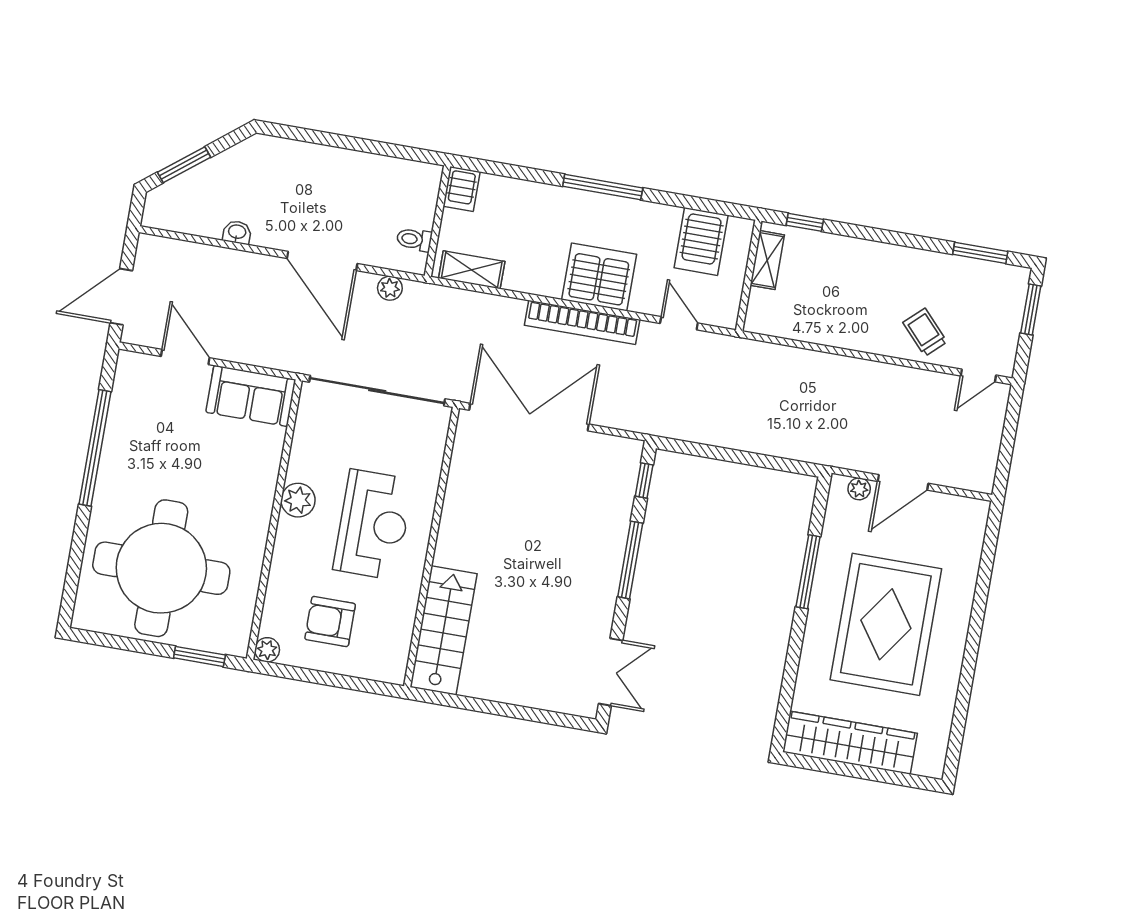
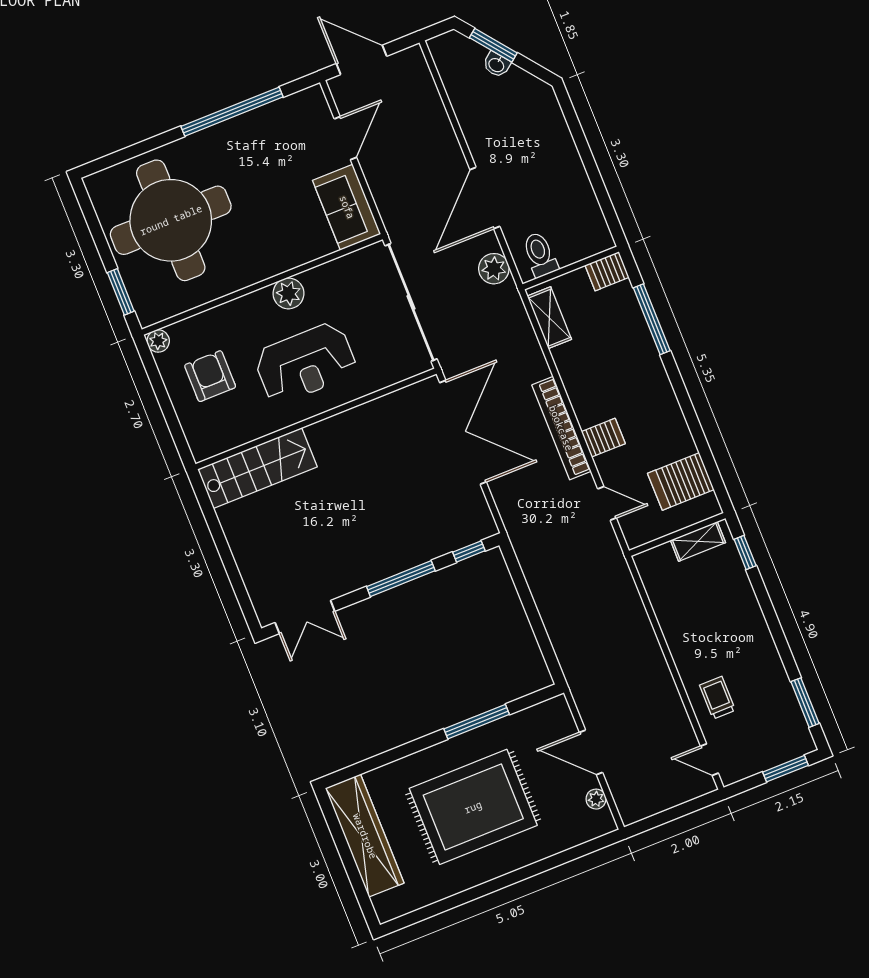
window: (603, 187) -> (652, 319), moved
washbasin: (237, 232) -> (497, 65), moved, turned 142
toilet: (414, 239) -> (540, 255), width x1.37, depth x1.39
server rack: (599, 277) -> (603, 438), width x0.46, depth x0.70
plant: (390, 288) -> (494, 269), width x1.38, depth x1.38
door: (679, 323) -> (607, 503), hinge flipped
trolley: (925, 332) -> (718, 698), turned -47
plant: (859, 489) -> (596, 799), moved

